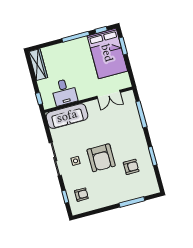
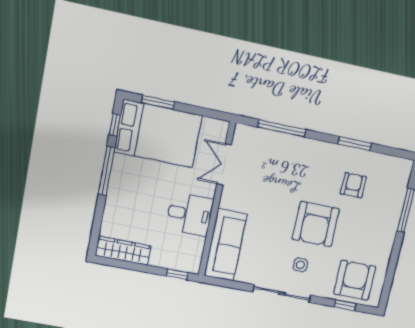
desk: (64, 92) -> (190, 214), moved
double door: (109, 94) -> (224, 164), swing flipped
armchair: (101, 158) -> (316, 224), turned 90
armchair: (81, 195) -> (355, 280), width x1.88, depth x1.88

